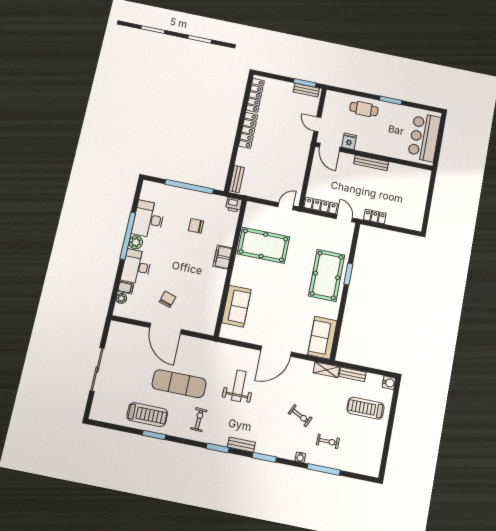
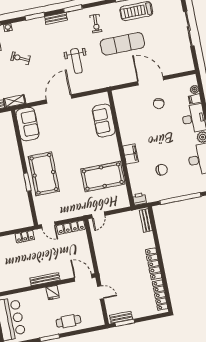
fridge: (349, 141) -> (53, 293), moved

